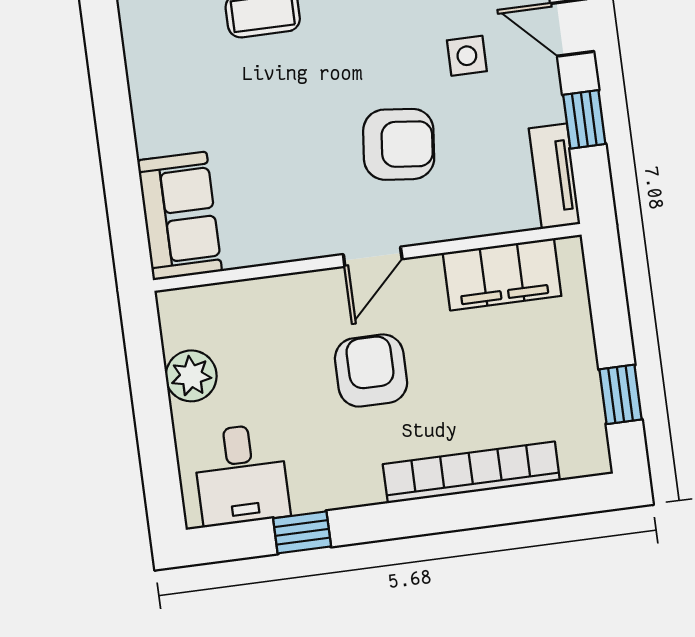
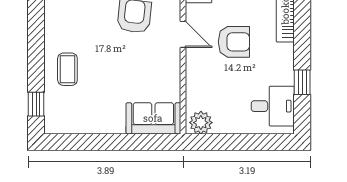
armchair: (371, 371) -> (234, 42), turned 180
plant: (191, 376) -> (201, 123), moved

